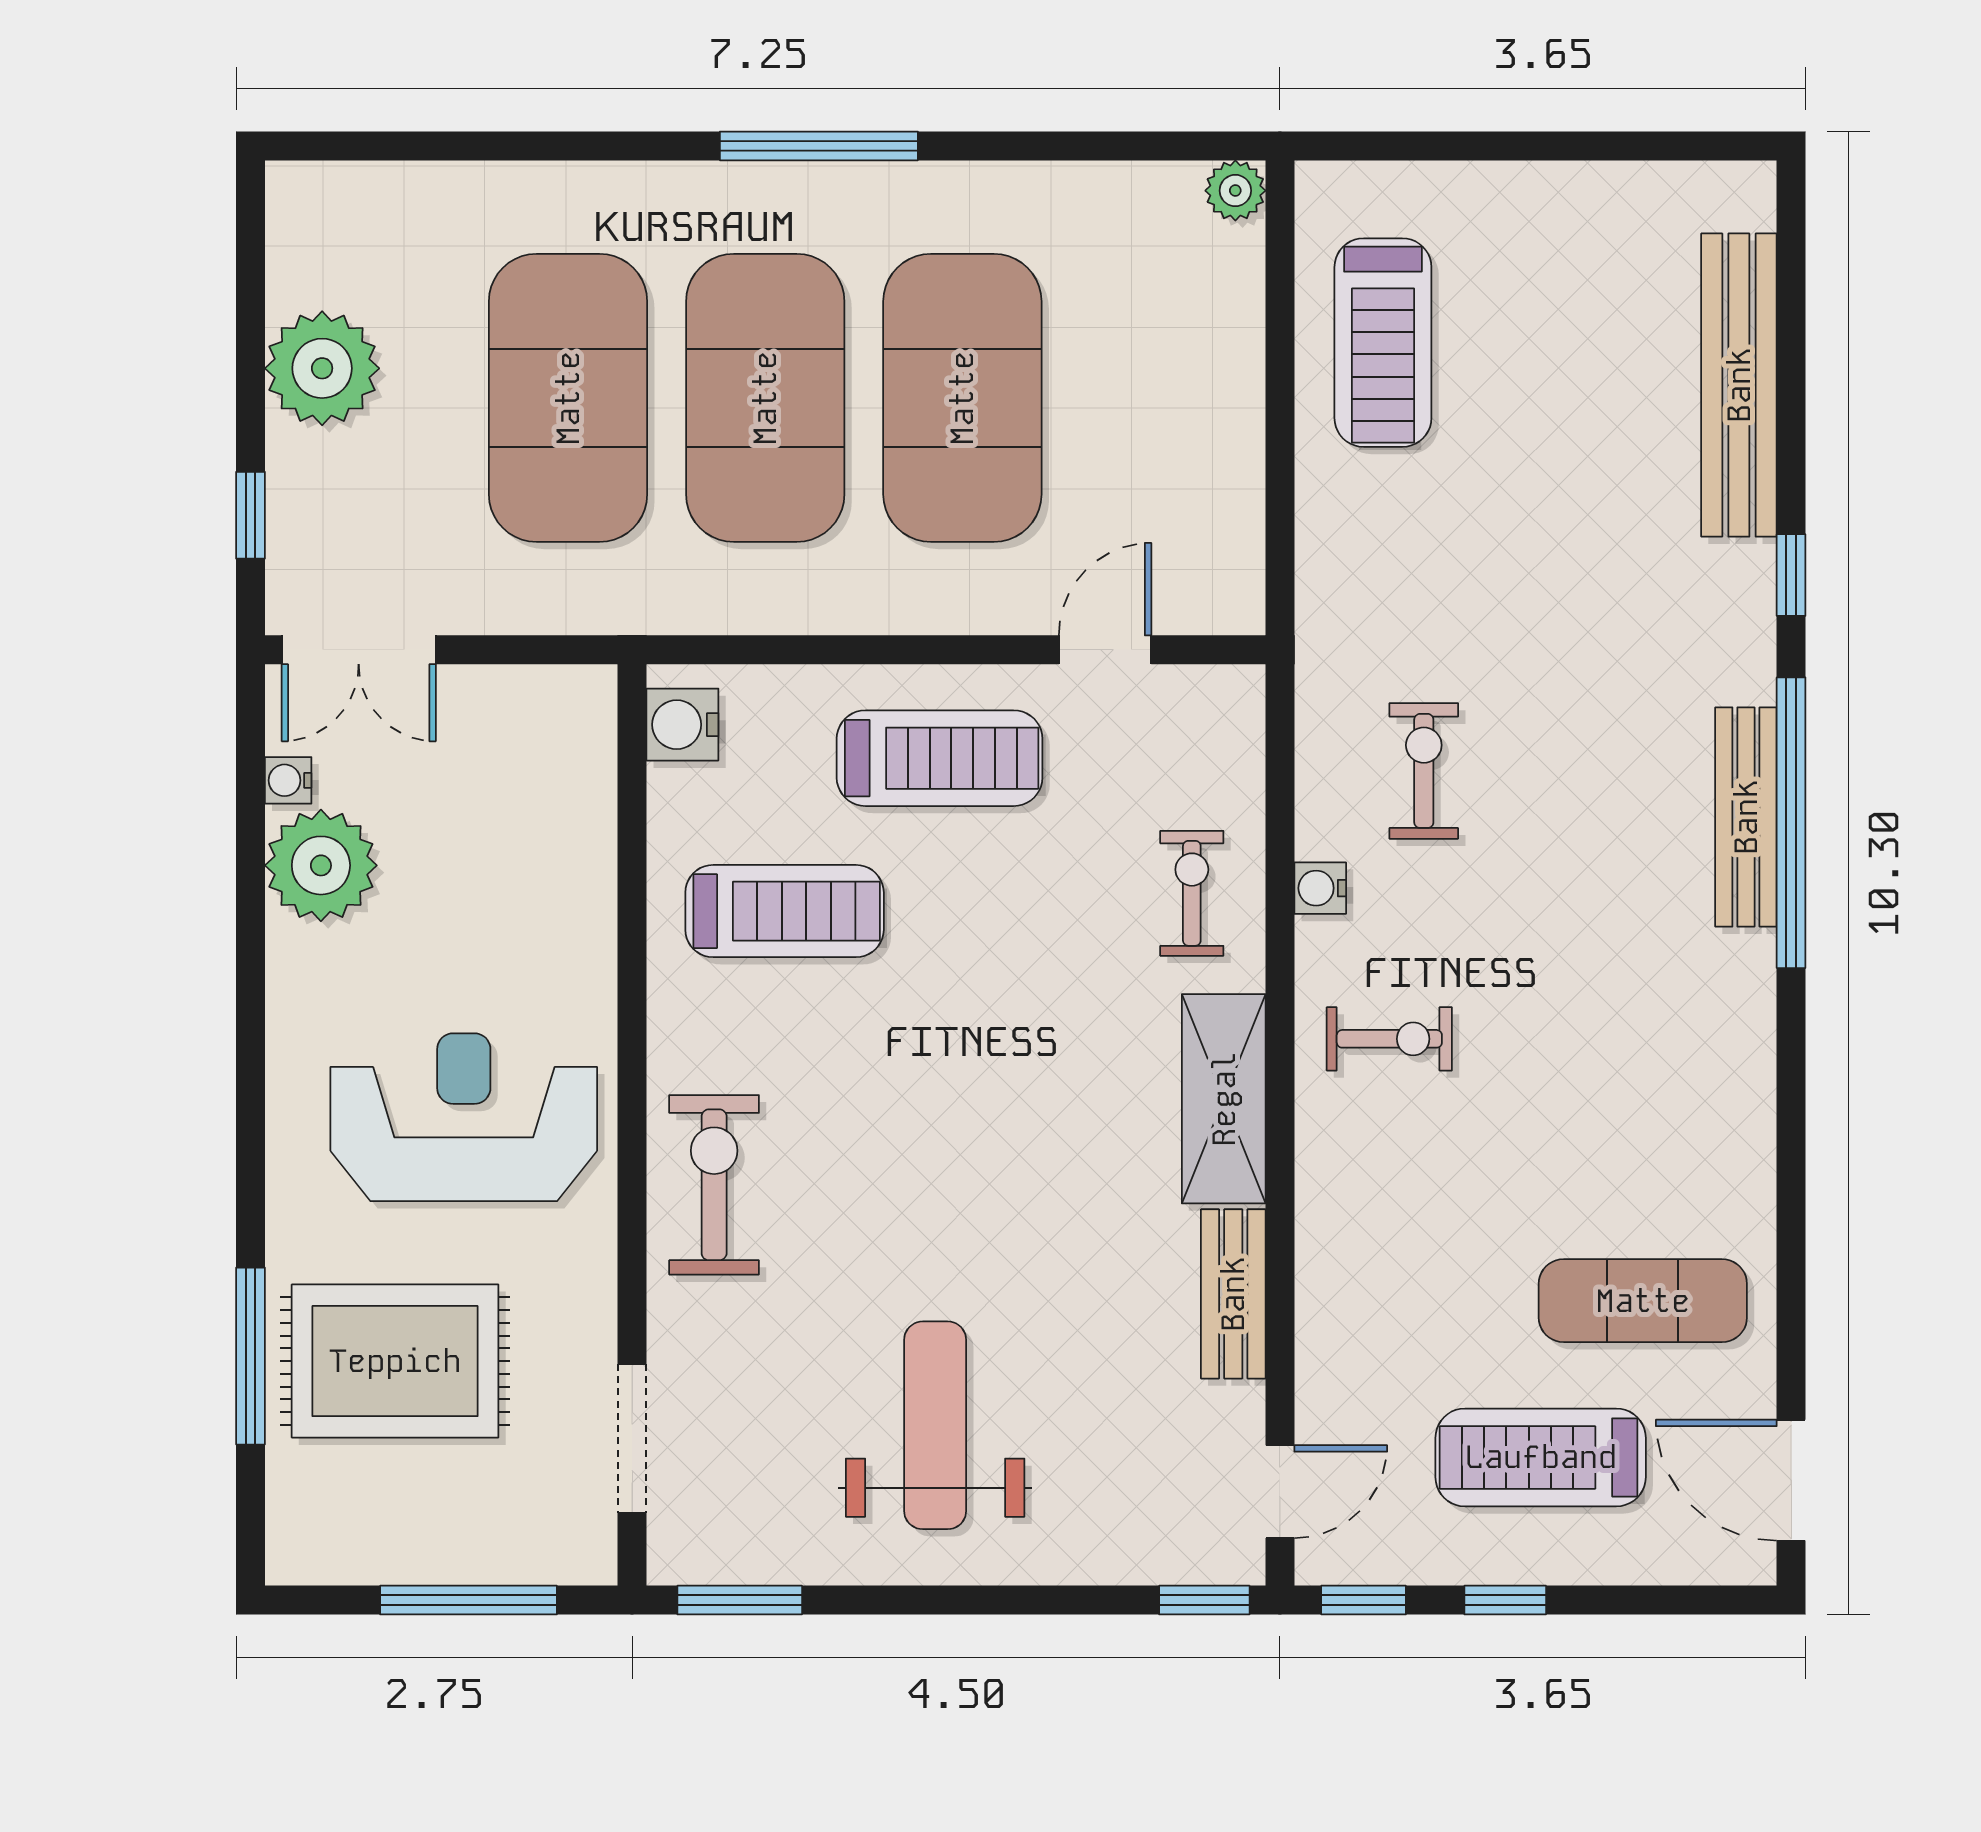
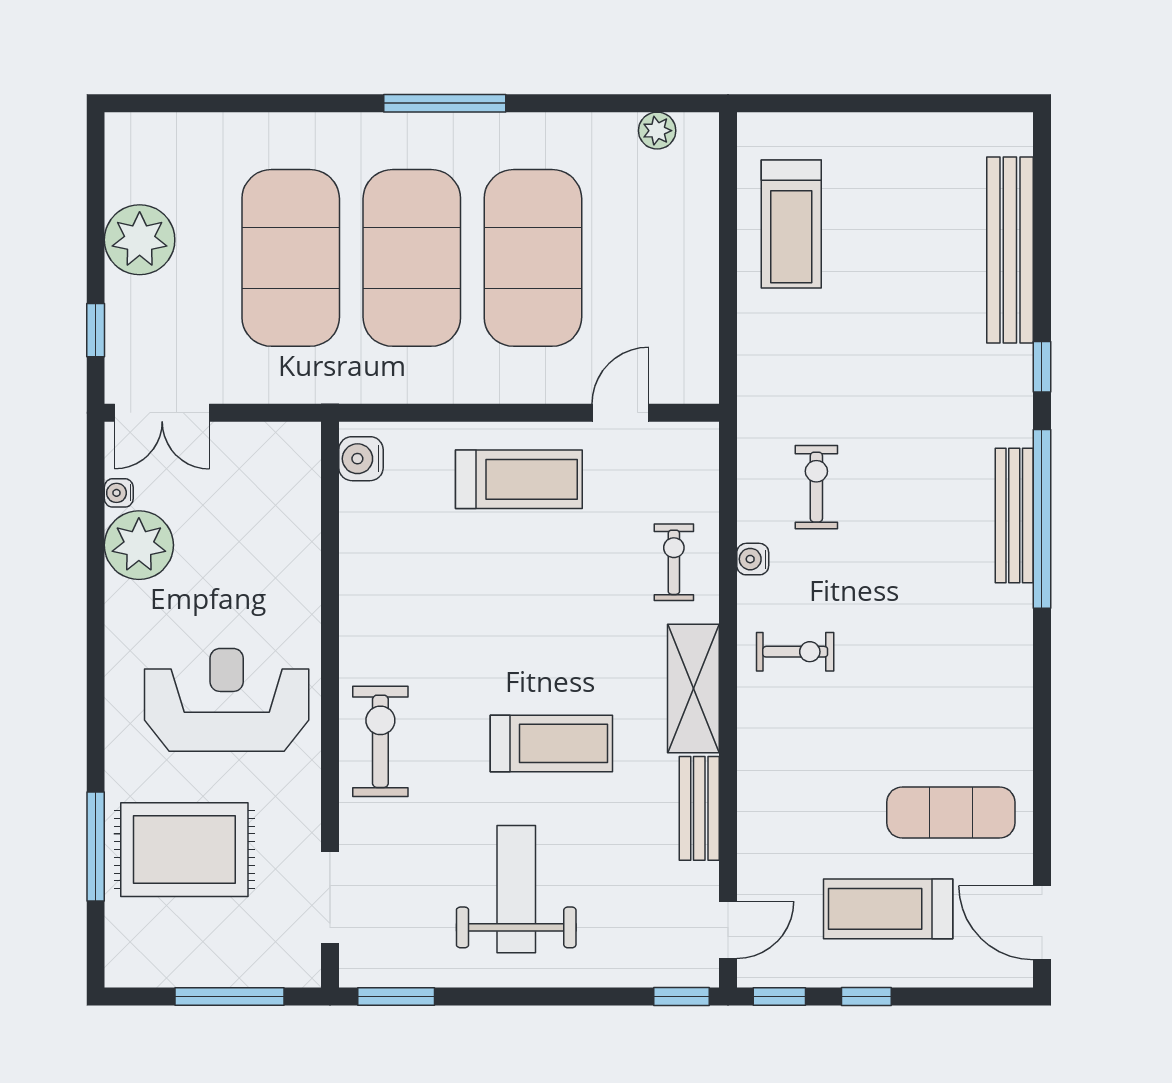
plant: (1235, 191) -> (657, 131), moved
treadmill: (785, 911) -> (551, 743), moved

